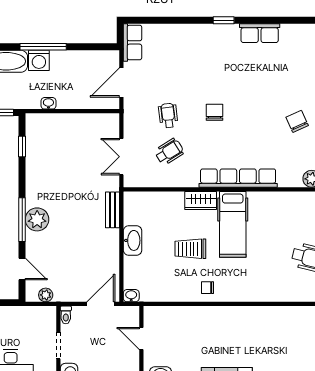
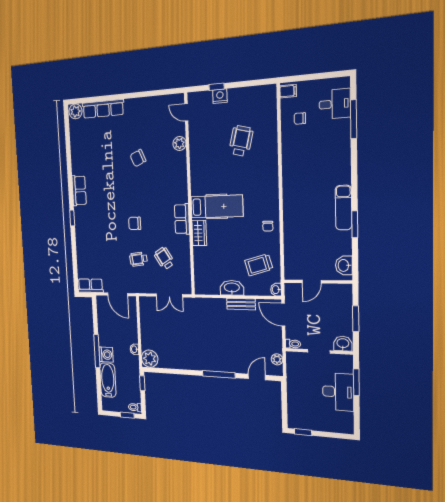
window: (22, 146) -> (165, 371), removed
row of seats: (238, 178) -> (182, 219), width x0.50
bench: (113, 210) -> (241, 304), moved
plant: (37, 219) -> (150, 359), moved
trolley: (190, 249) -> (259, 265), moved, turned 74

